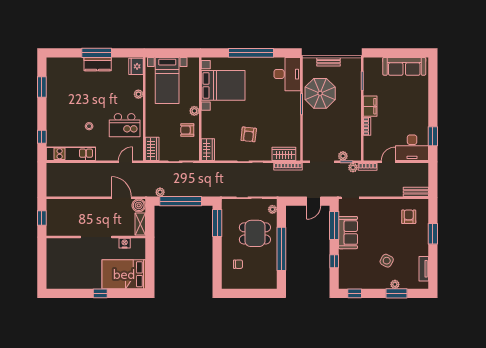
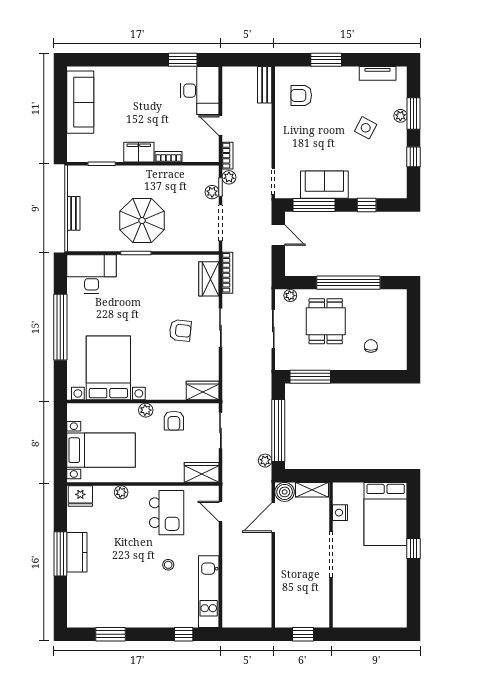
parasol: (320, 93) -> (142, 221), moved
window: (355, 293) -> (414, 157), moved

